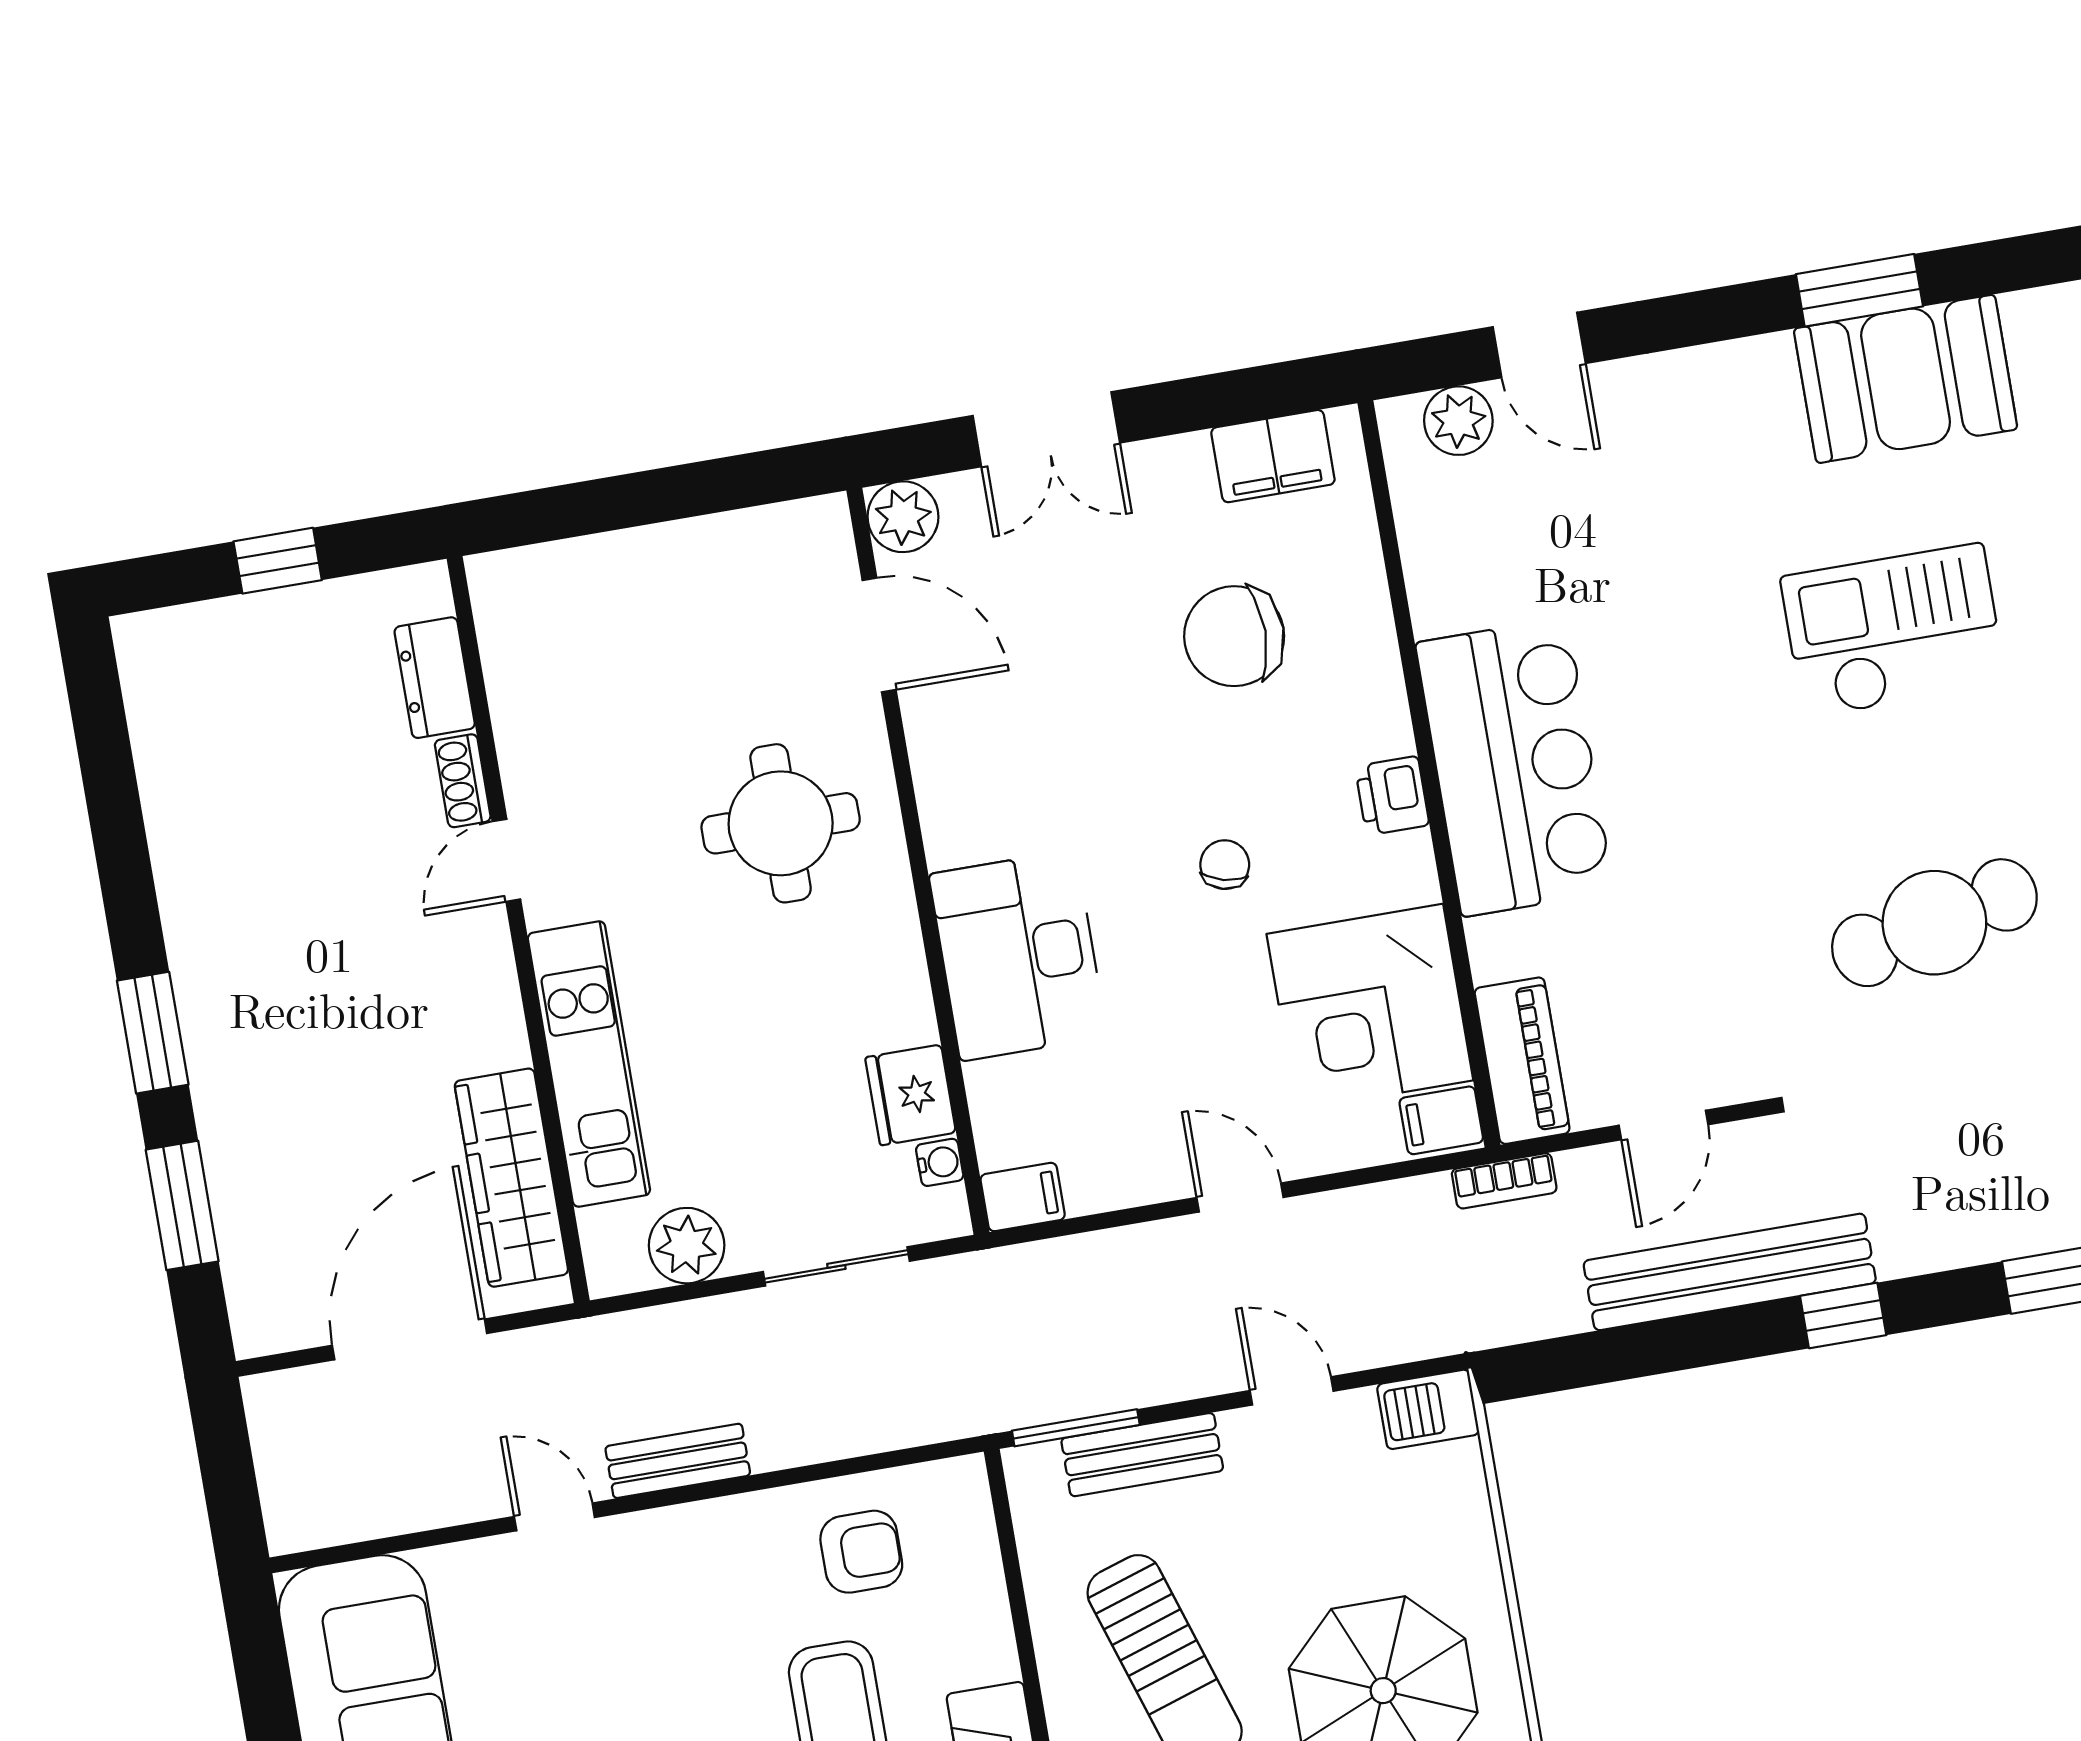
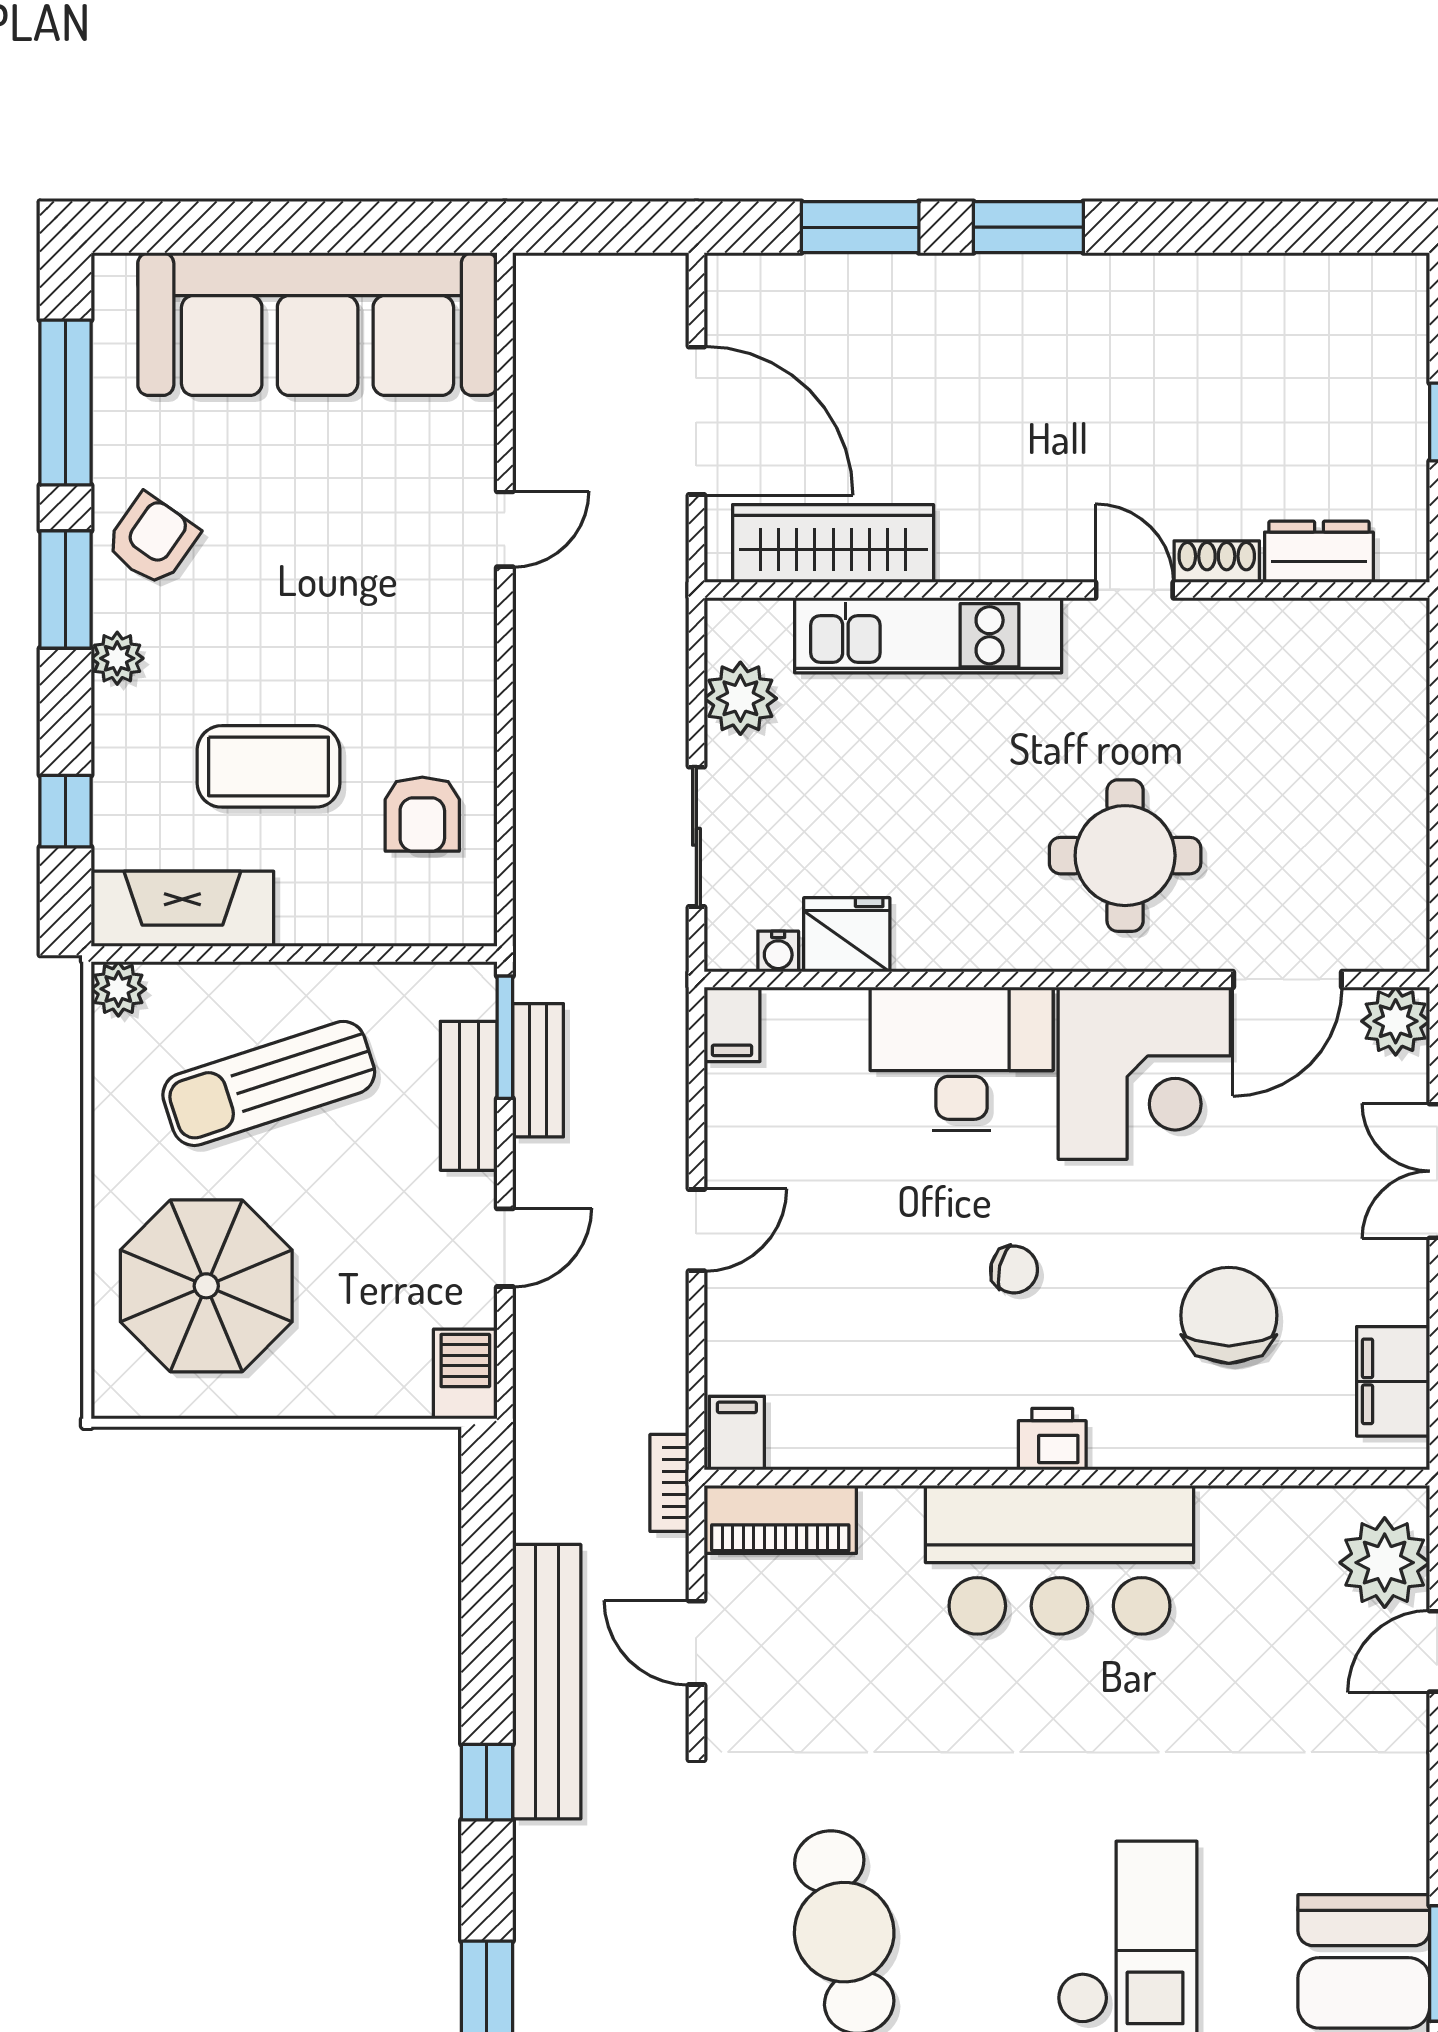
plant: (1458, 421) -> (1385, 1563), width x1.36, depth x1.36
corner desk: (1370, 1007) -> (1144, 1073), moved, turned 180
bench: (678, 1461) -> (538, 1070), moved

